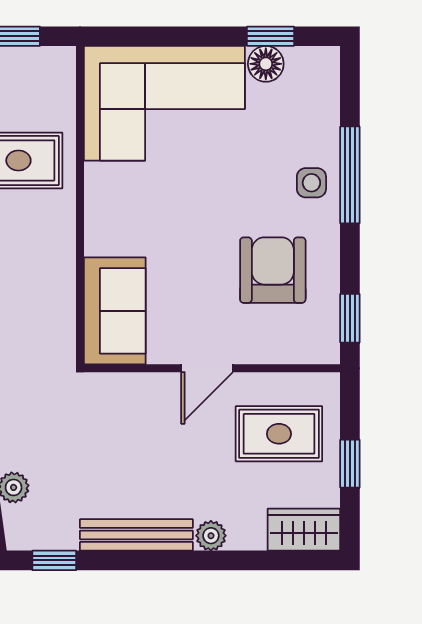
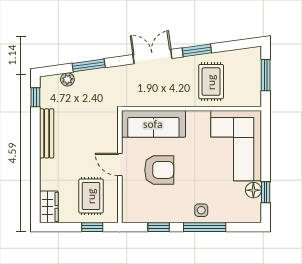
armchair: (273, 270) -> (159, 170), moved
sofa: (115, 311) -> (153, 124), width x1.36
window: (350, 318) -> (159, 227), moved
window: (350, 464) -> (92, 227), moved
plant: (211, 536) -> (46, 166), removed

